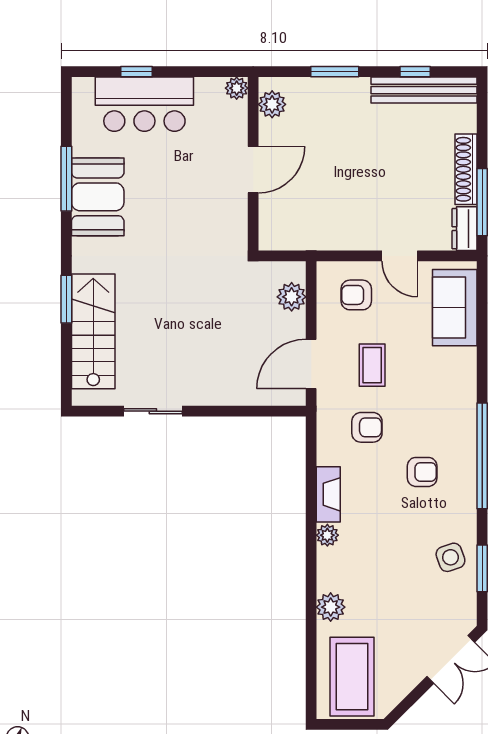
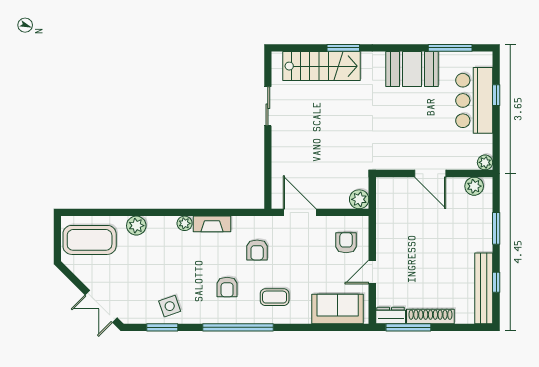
window: (66, 179) -> (450, 48), moved
plant: (292, 297) -> (359, 199), moved
coffee table: (372, 365) -> (275, 297), moved

